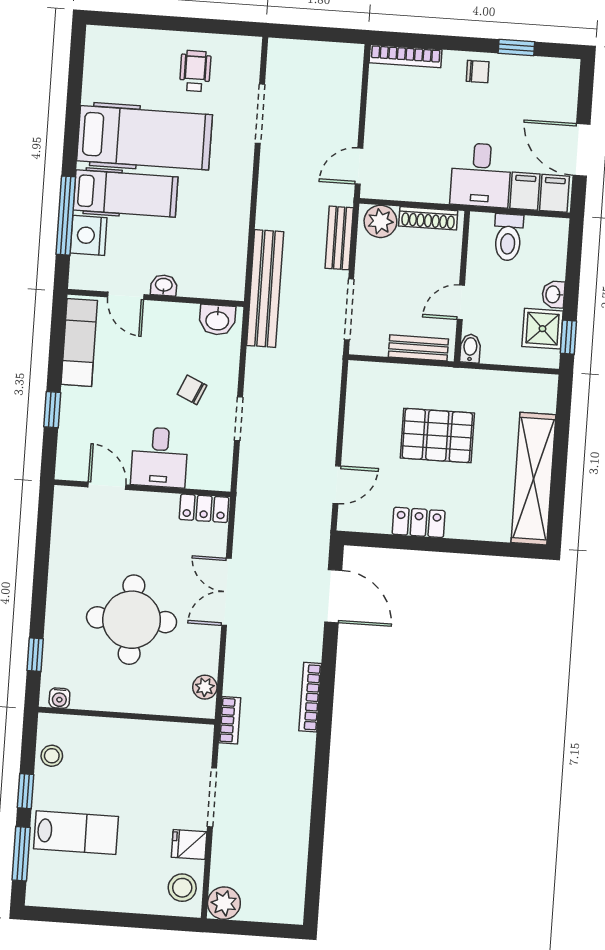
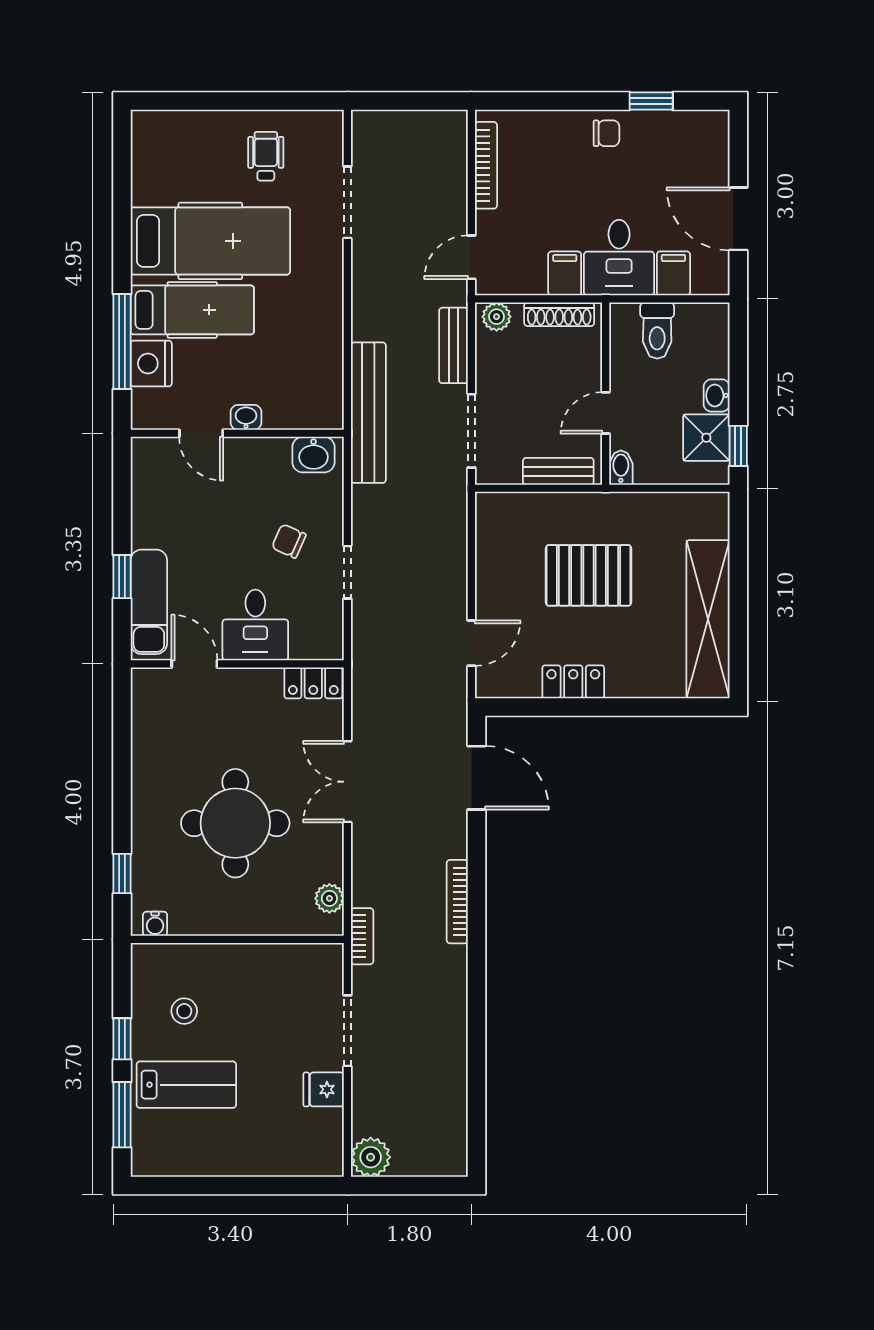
bookcase: (406, 56) -> (486, 165), moved, turned -90
filing cabinet: (554, 193) -> (565, 273), moved
plant: (380, 221) -> (497, 317), width x0.73, depth x0.73
exam couch: (79, 342) -> (149, 602), moved
stool: (52, 756) -> (184, 1011), moved
stool: (182, 888) -> (319, 1142), removed

